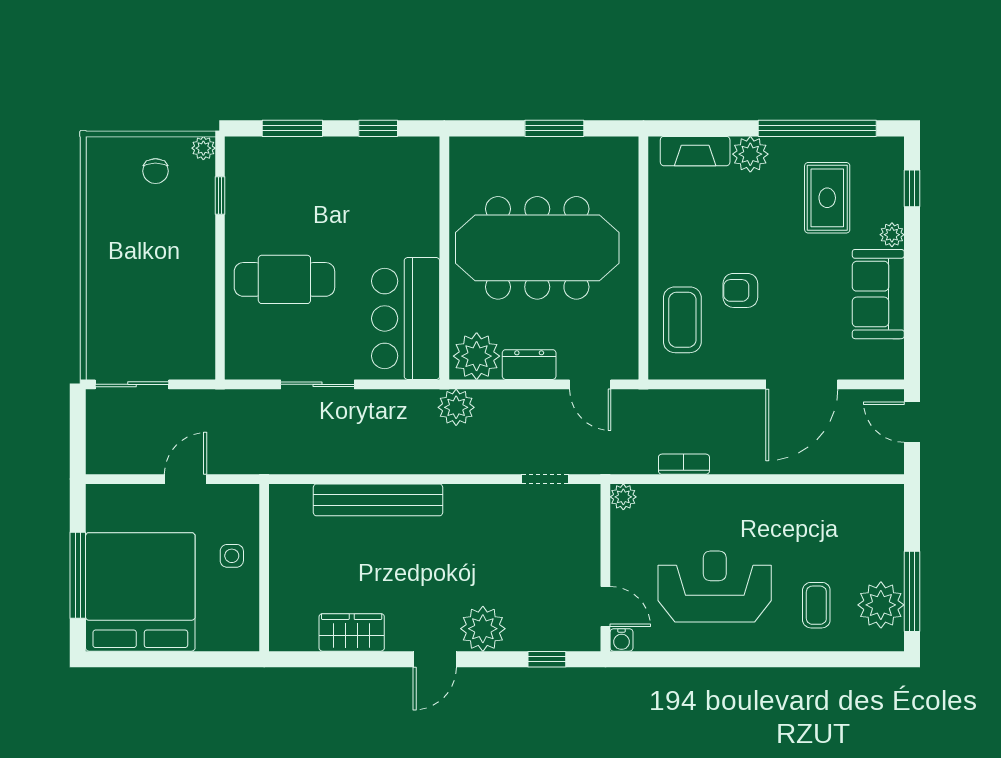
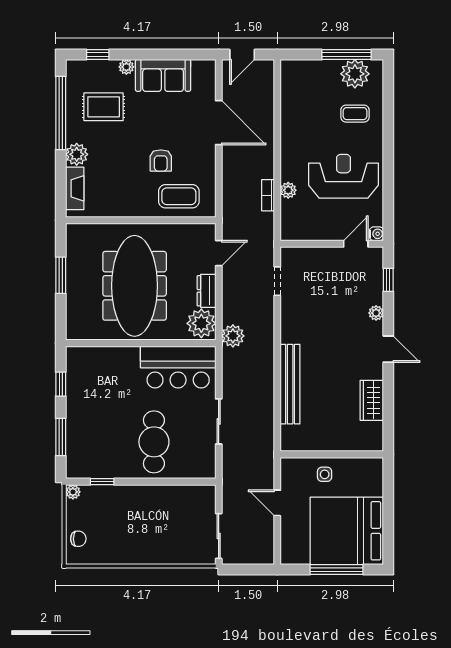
chair: (155, 171) -> (78, 539), moved
plant: (623, 497) -> (288, 190), moved
reception desk: (715, 586) -> (343, 176), turned 90
plant: (483, 629) -> (376, 313), width x0.53, depth x0.53

